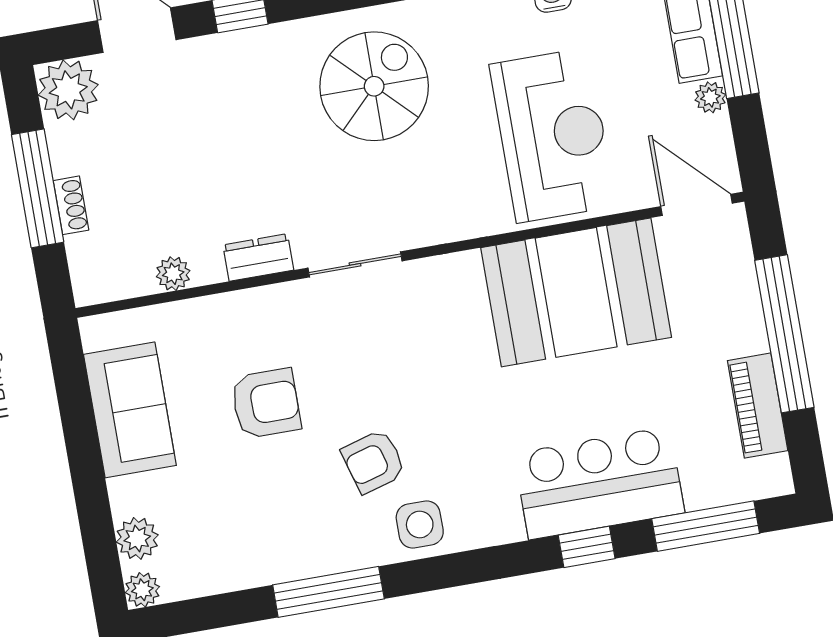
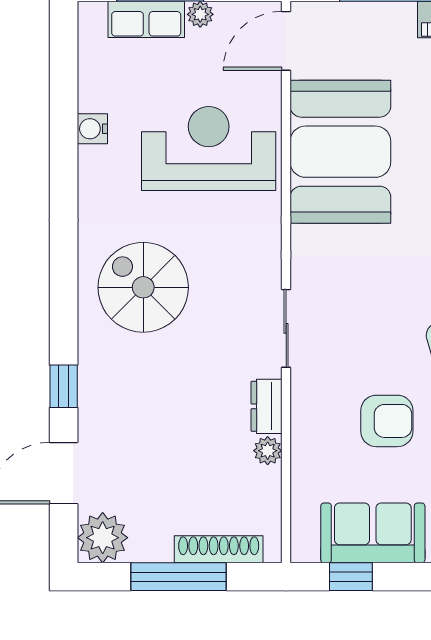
shoe rack: (71, 205) -> (219, 549), width x1.94, depth x1.24
plant: (173, 274) -> (268, 451), moved
window: (73, 393) -> (351, 577), added
armchair: (266, 403) -> (387, 421), turned 90

